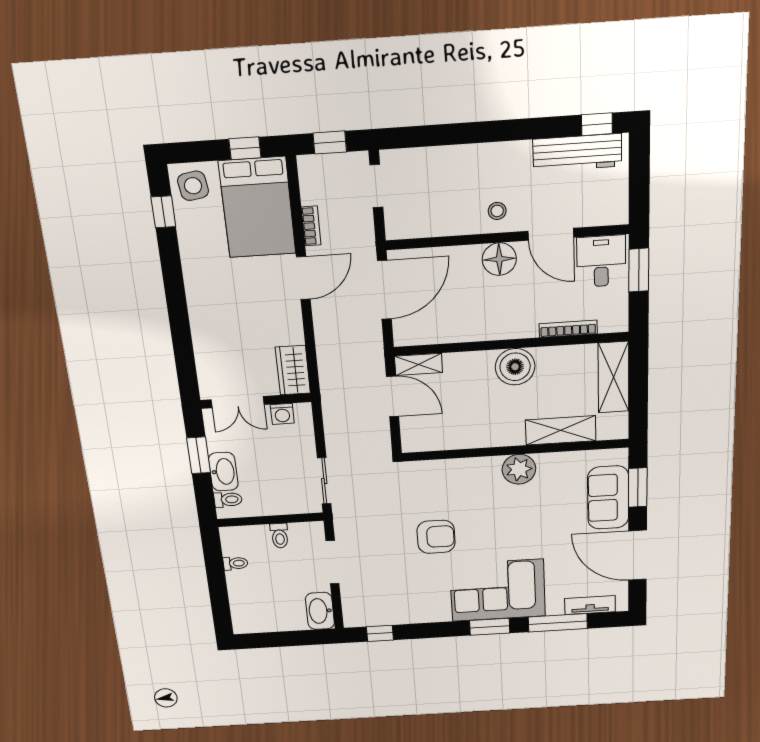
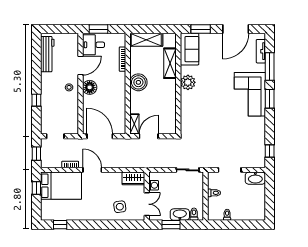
window: (597, 124) -> (36, 100), moved
side table: (193, 186) -> (120, 207), moved
sofa: (608, 498) -> (190, 49), moved, turned -90
armchair: (436, 537) -> (220, 121), removed

